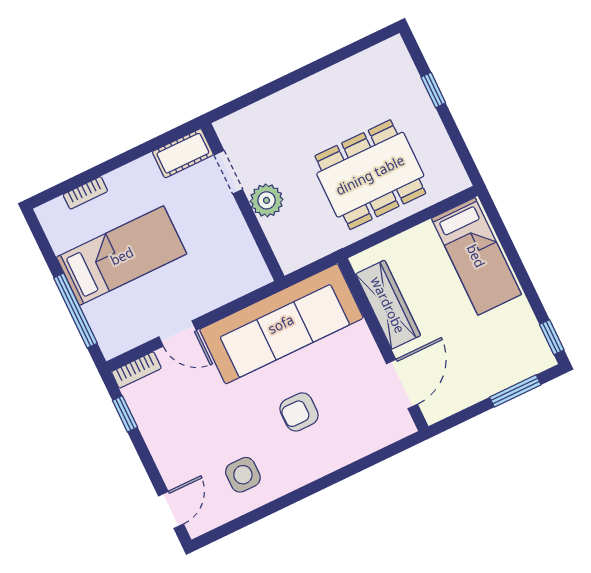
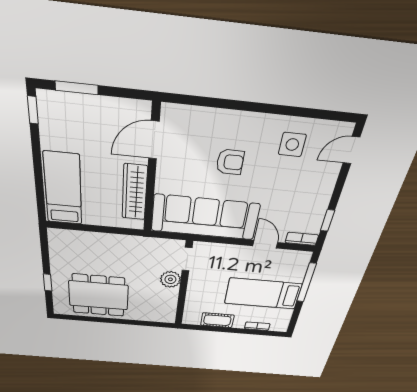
cot: (183, 153) -> (217, 320), moved
doorway: (228, 172) -> (187, 259), moved
dining table: (370, 175) -> (99, 295), moved

